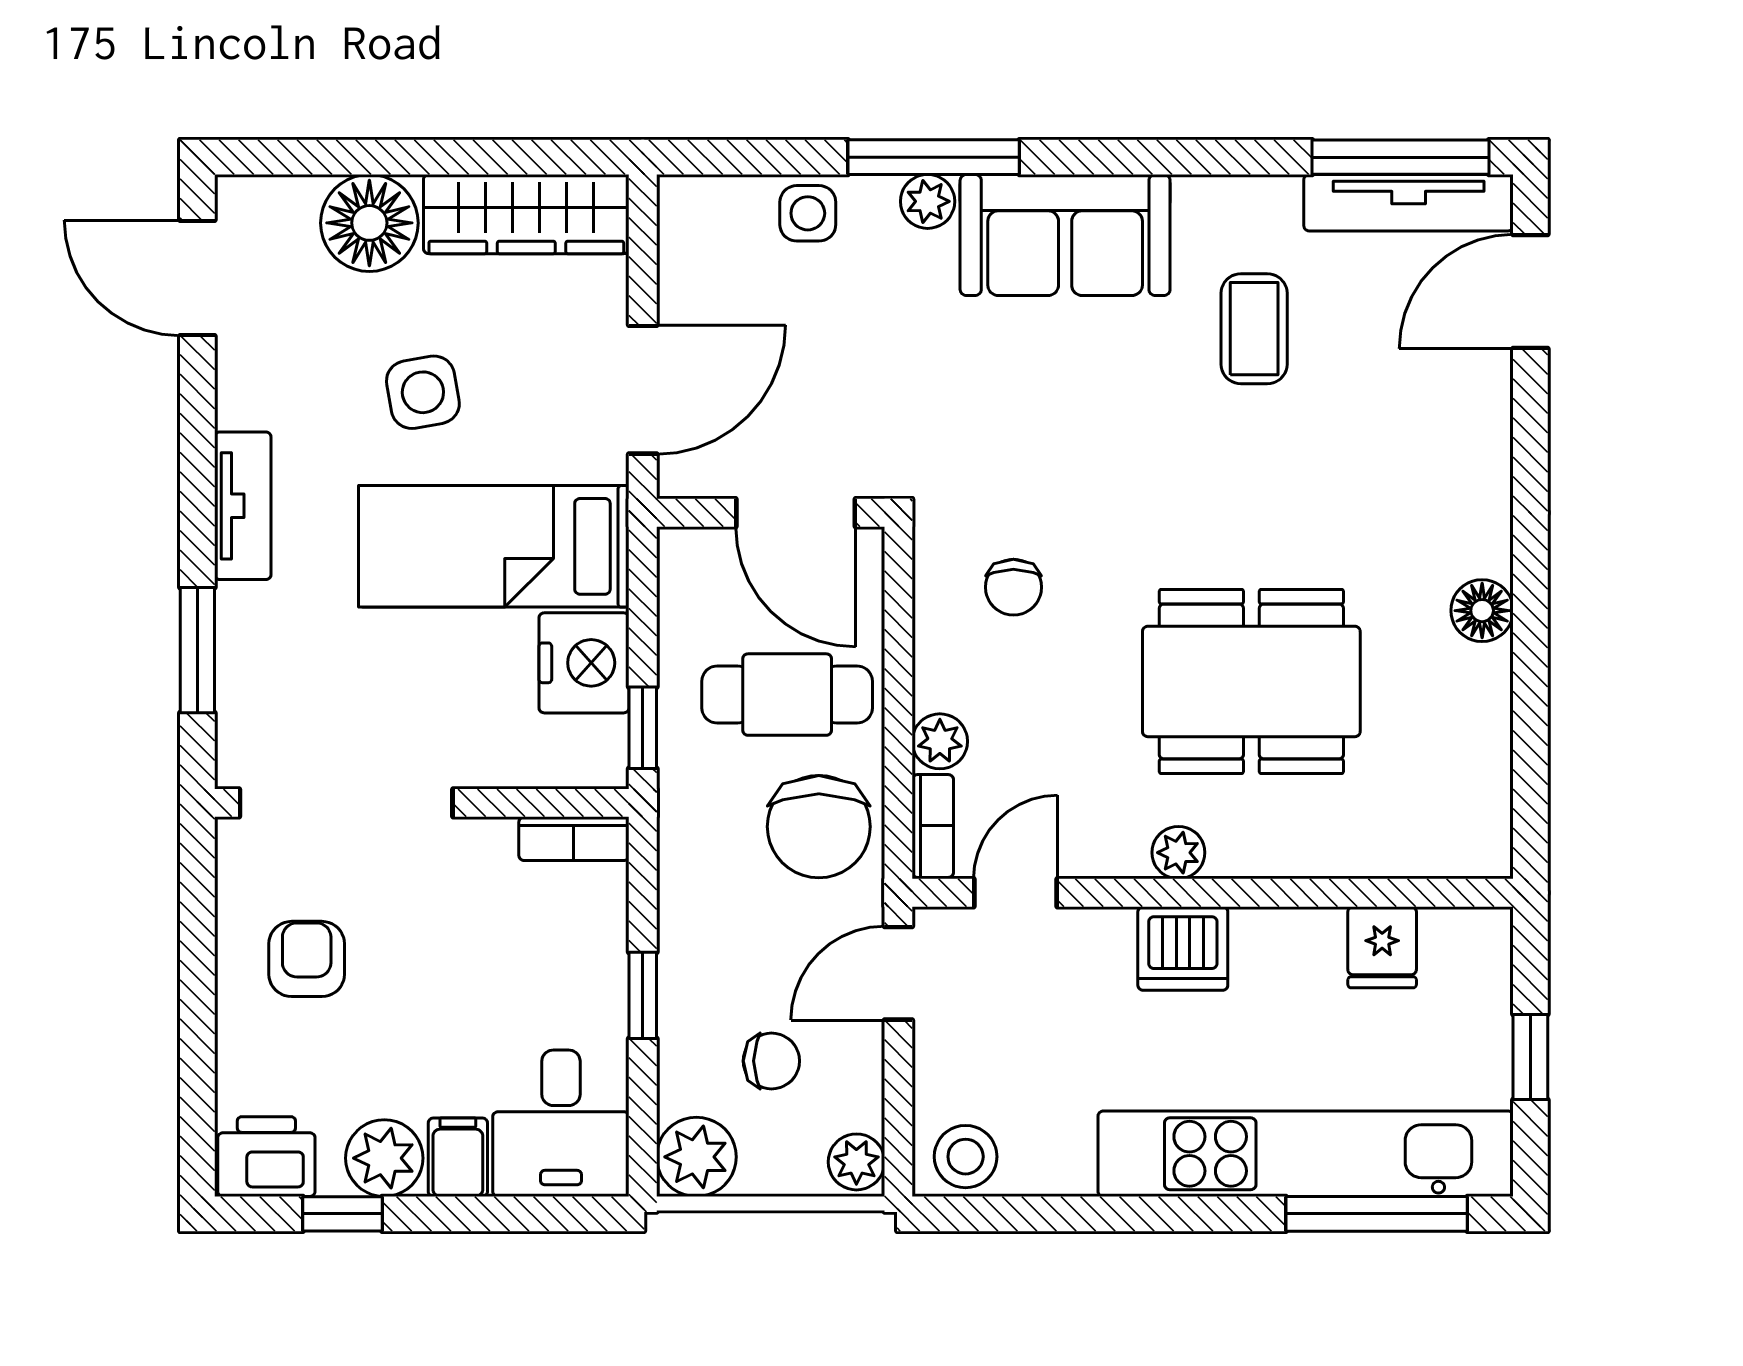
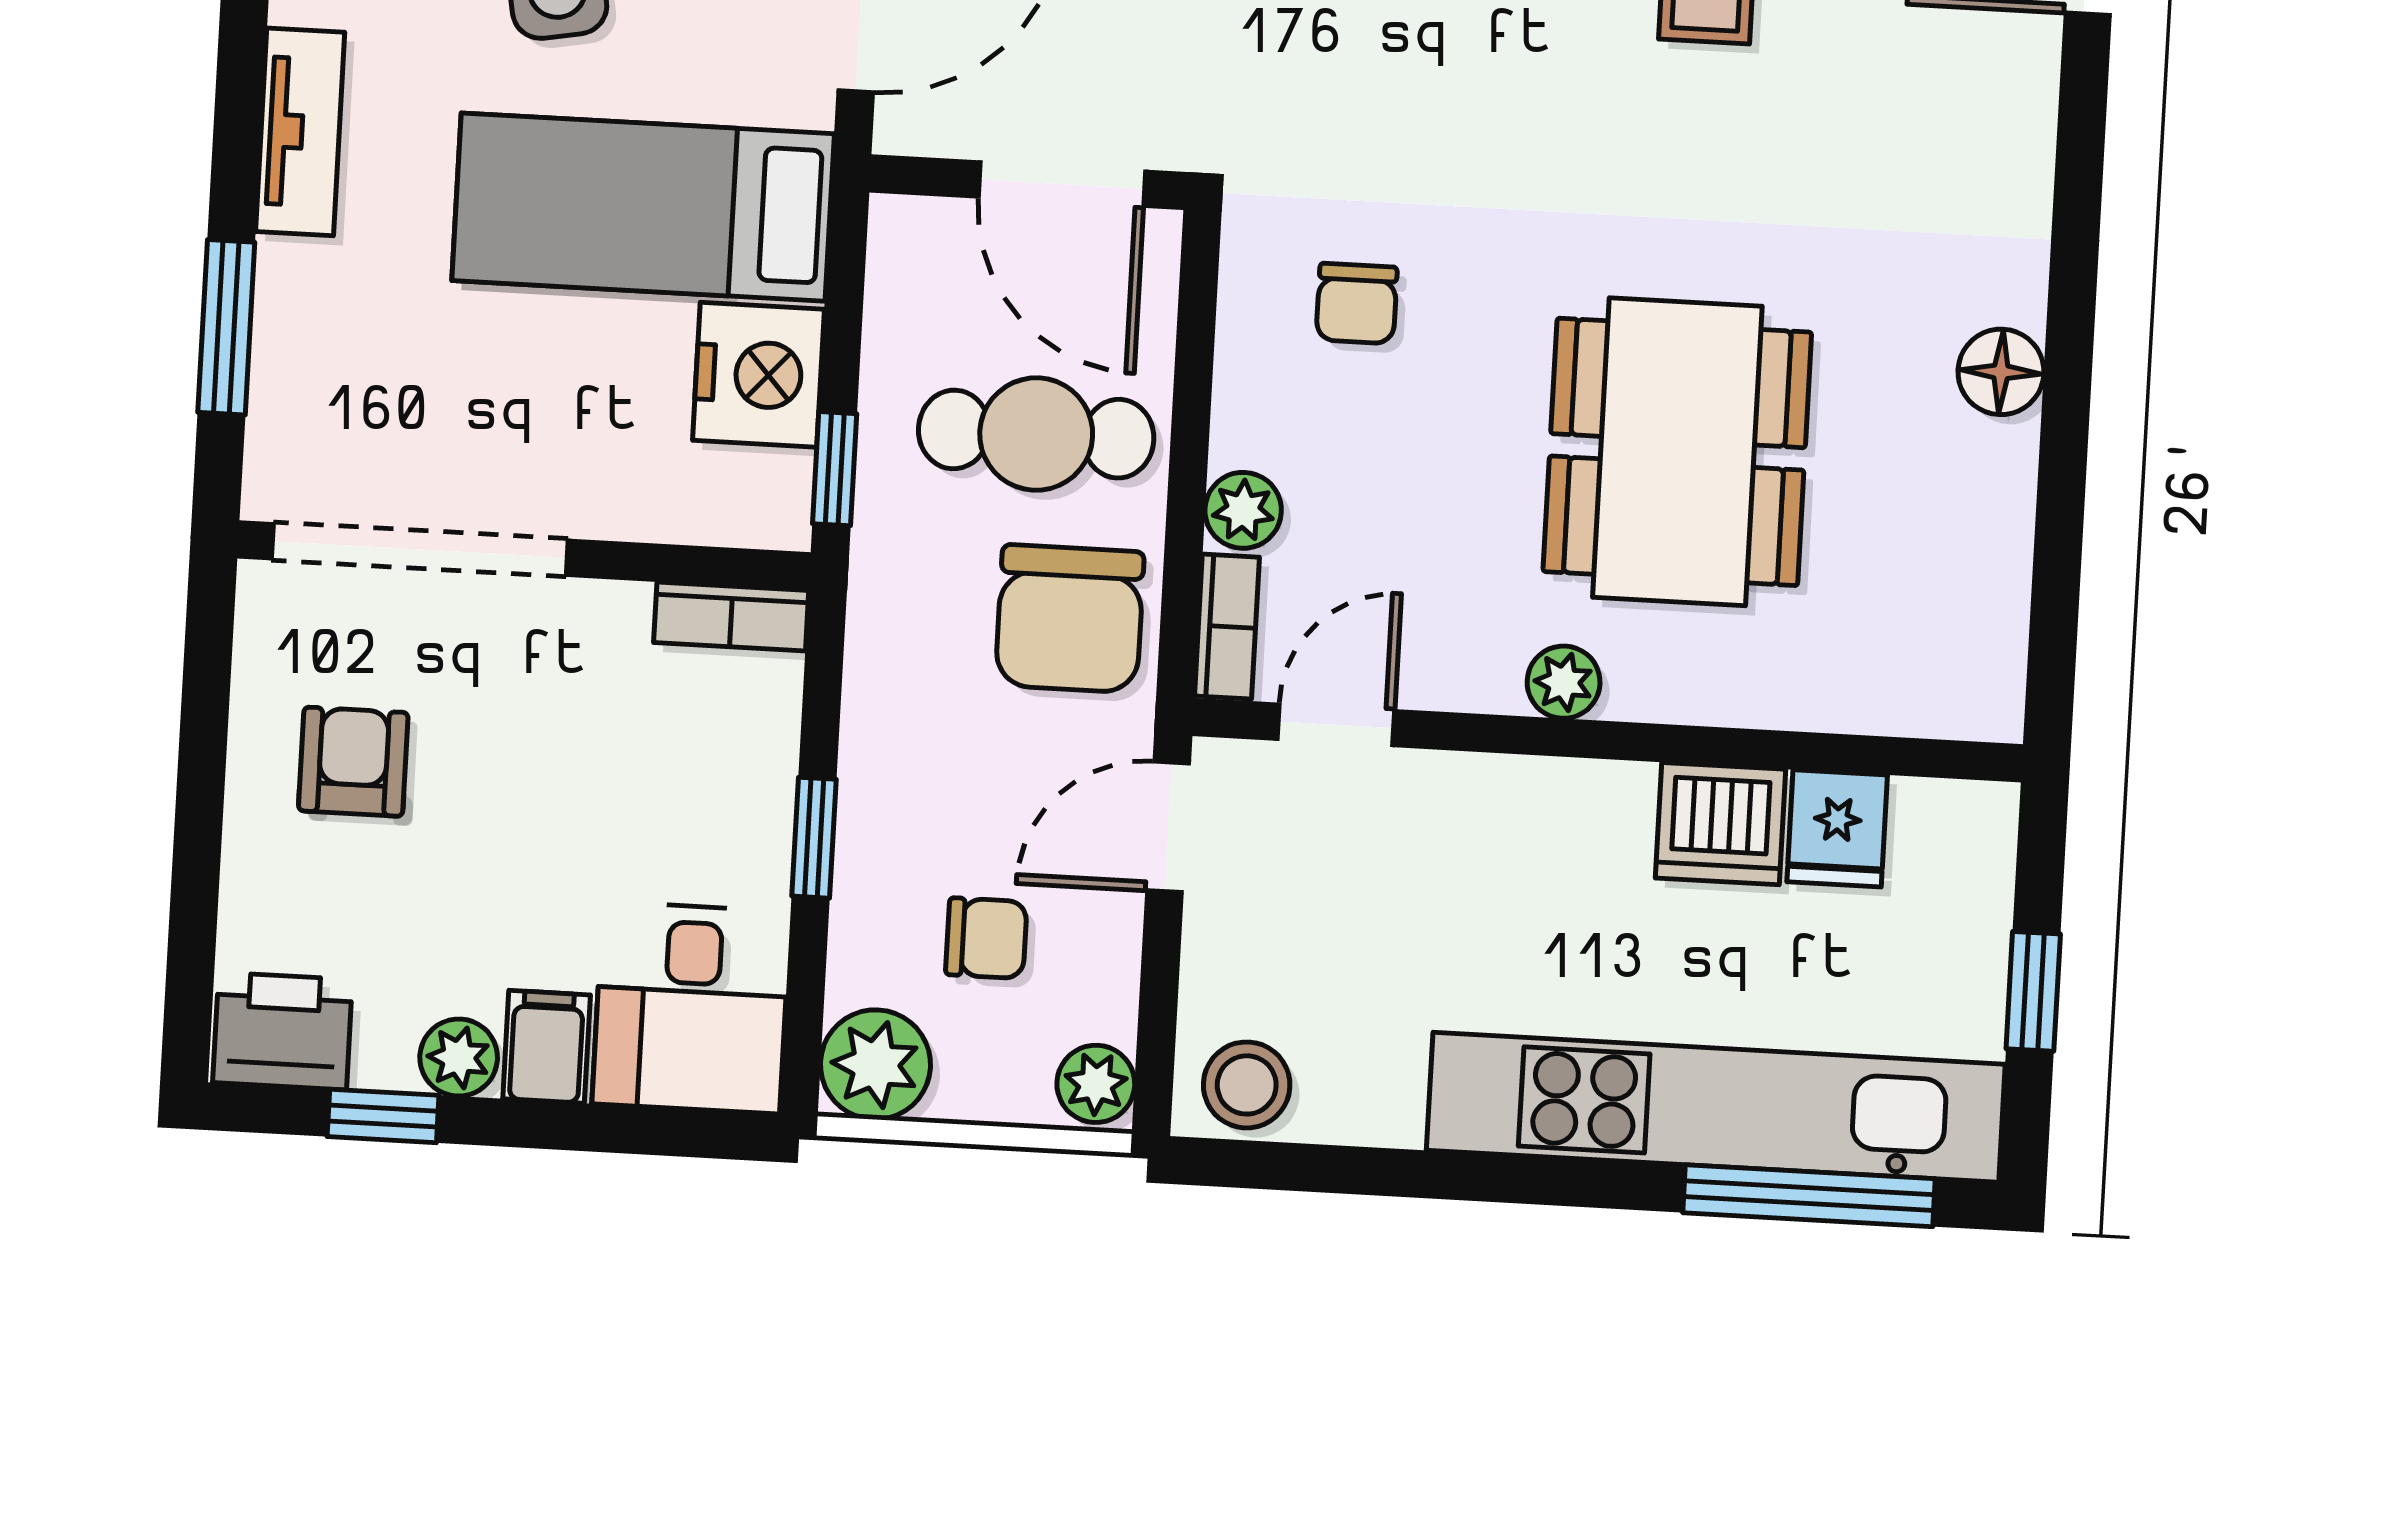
dining table: (1251, 681) -> (1677, 452), turned 90
dishwasher: (1183, 948) -> (1721, 824), moved
plant: (384, 1158) -> (459, 1058), width x0.73, depth x0.73

